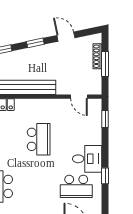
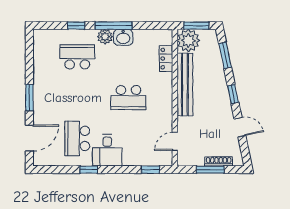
door: (66, 37) -> (240, 127), hinge flipped

